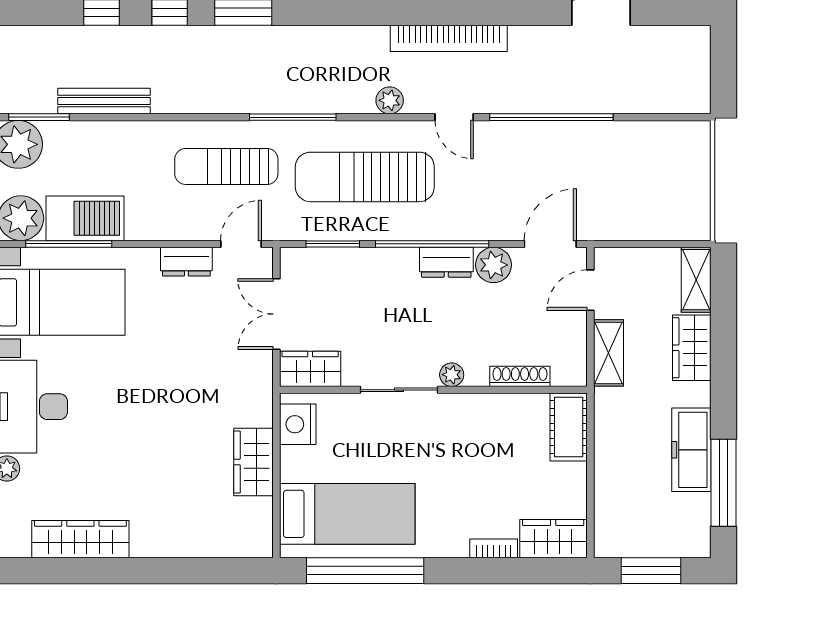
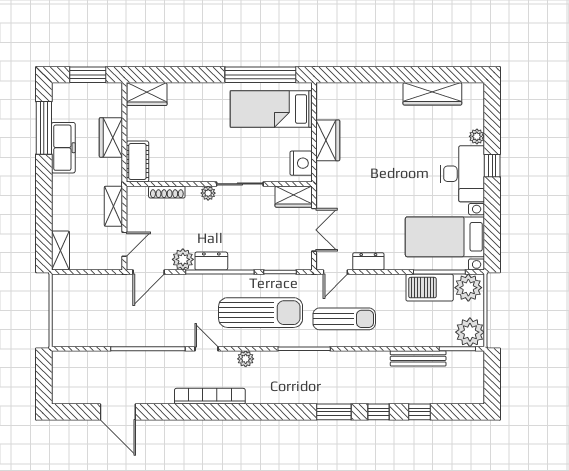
wardrobe: (692, 348) -> (111, 137), moved, turned 180
bookcase: (494, 548) -> (183, 88), removed

